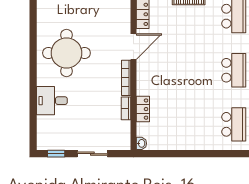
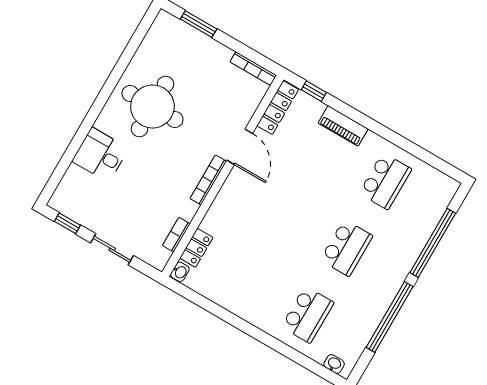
door: (133, 47) -> (240, 147), hinge flipped
bookcase: (126, 108) -> (176, 235), moved
locker: (143, 109) -> (196, 248), moved

